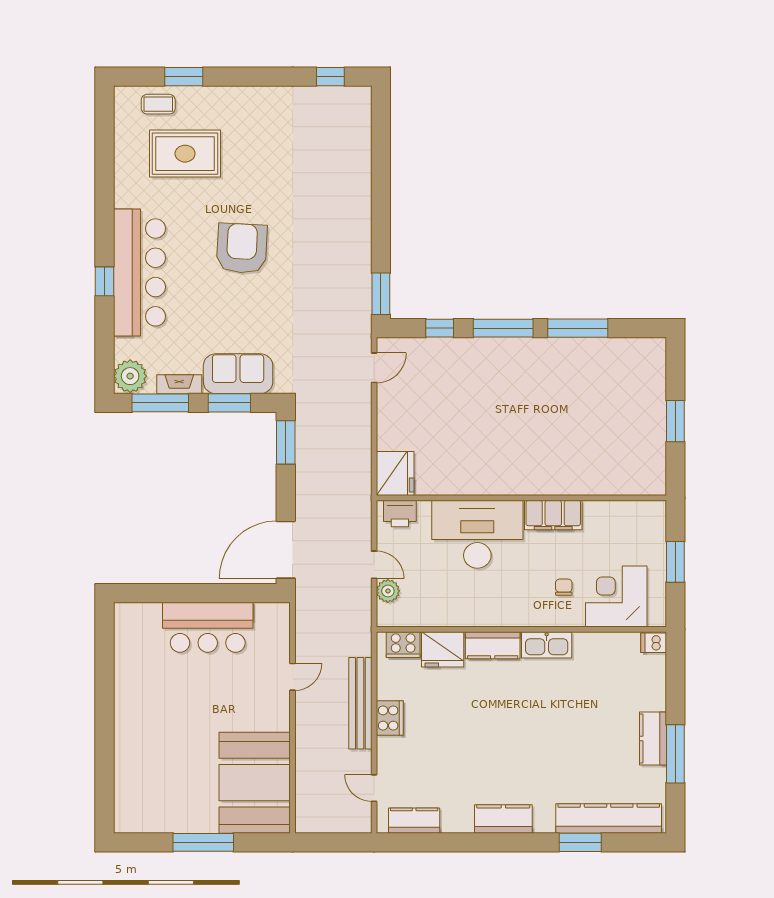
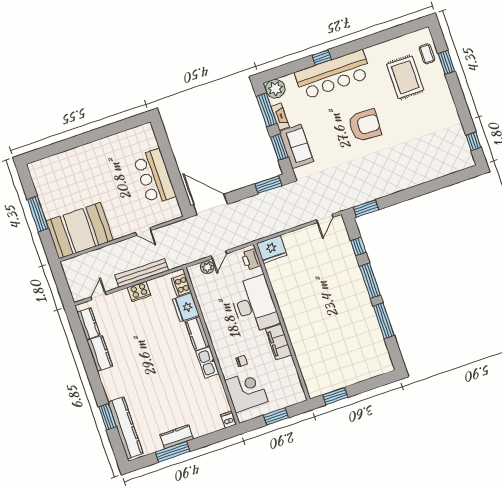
door: (374, 368) -> (325, 218), hinge flipped
window: (675, 421) -> (335, 396), moved
kitchen counter: (503, 819) -> (100, 353), moved

